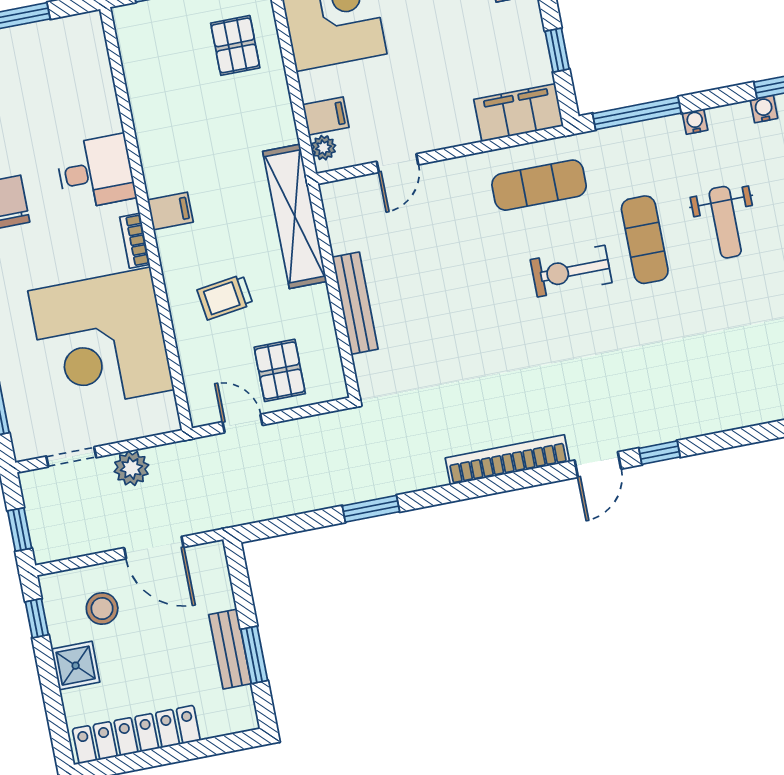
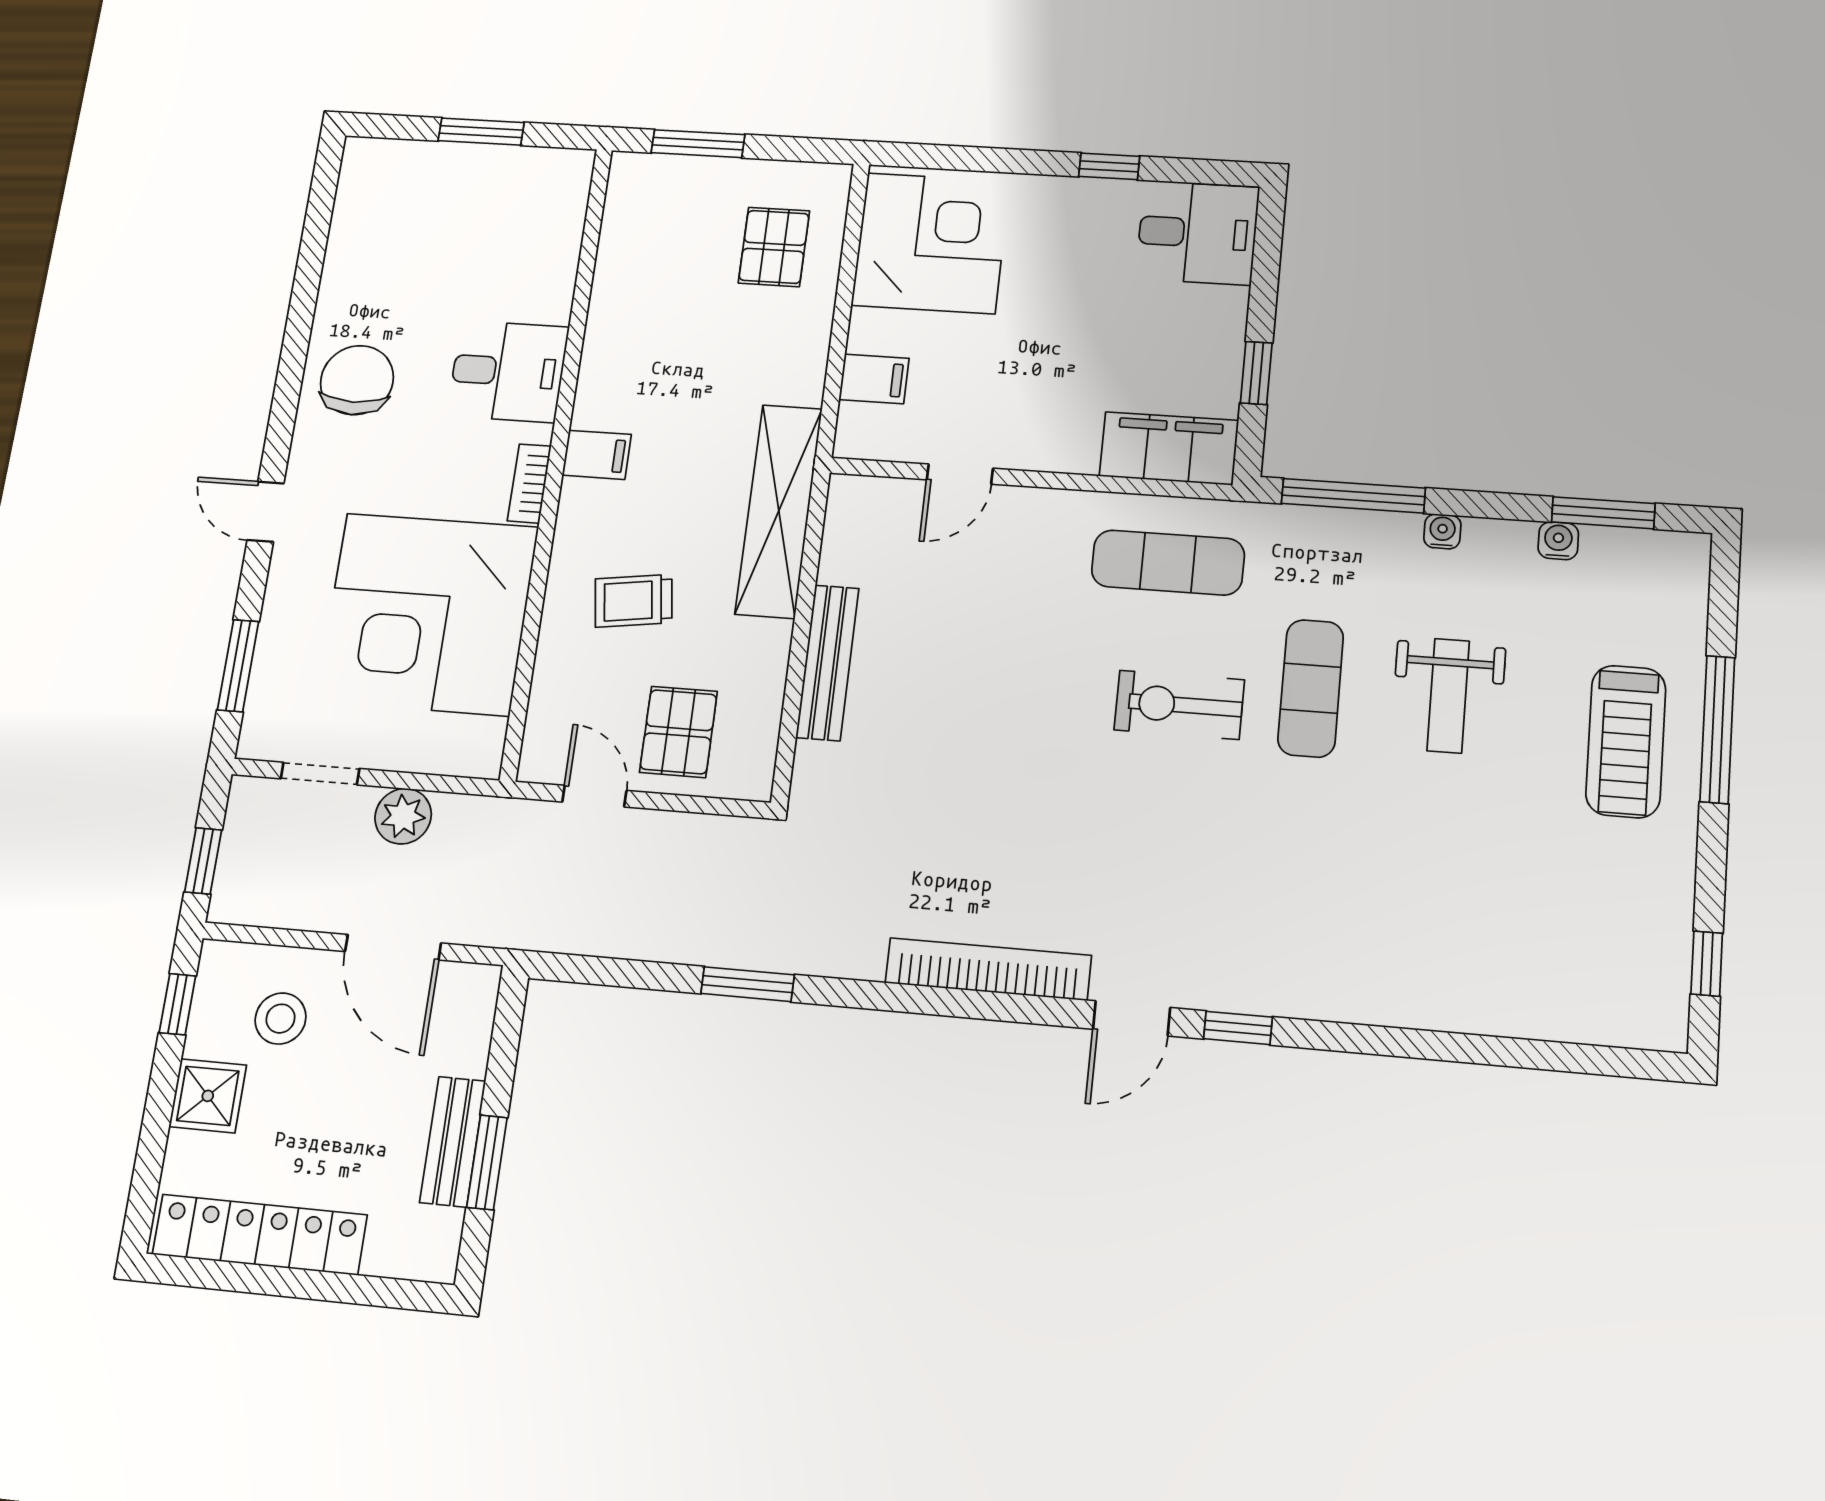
plant: (324, 148) -> (855, 423), removed

